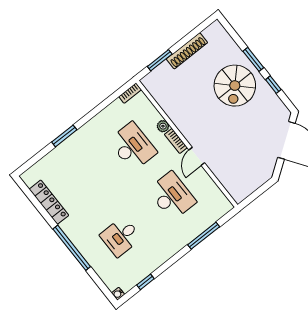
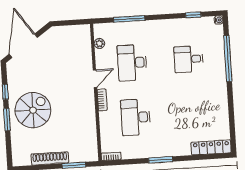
plant: (163, 126) -> (99, 43), moved
window: (64, 136) -> (161, 160), moved
locker: (49, 202) -> (211, 147), moved, turned 90
desk: (121, 237) -> (189, 59), turned 180
window: (72, 248) -> (228, 59), moved

